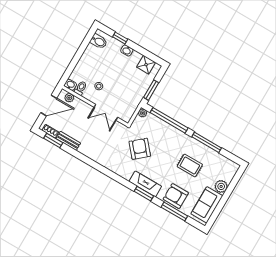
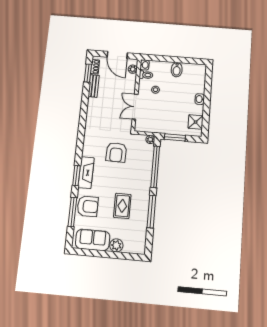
window: (120, 38) -> (208, 88), removed
bidet: (99, 41) -> (177, 70), moved
armchair: (140, 149) -> (116, 152), turned 132
armchair: (176, 196) -> (88, 206), turned 90

